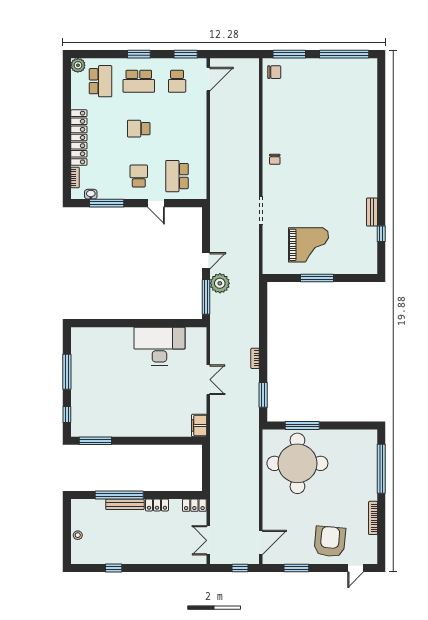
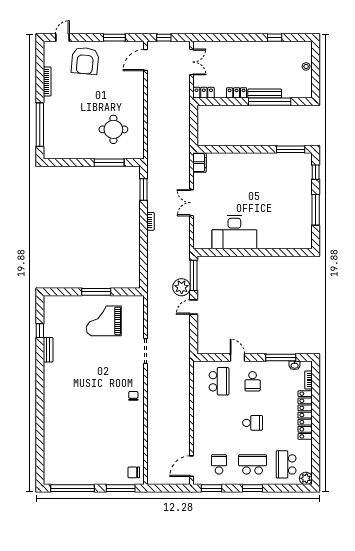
round table: (297, 463) -> (113, 129), width x0.54, depth x0.54

